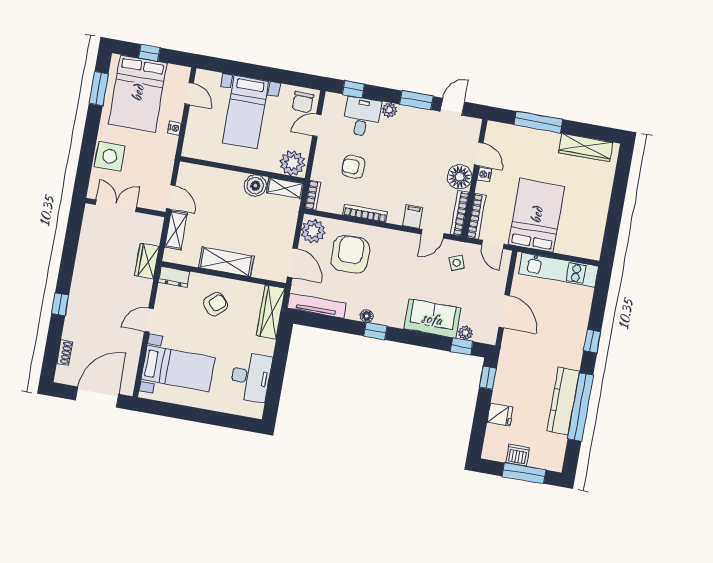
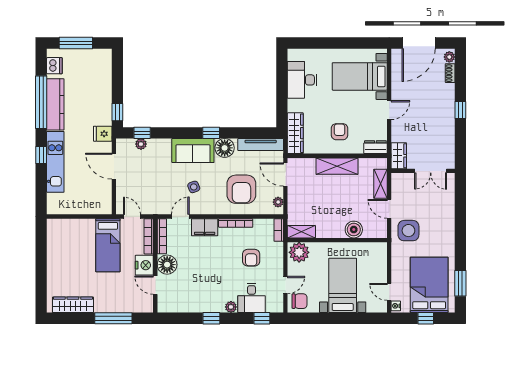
window: (416, 100) -> (211, 318), width x0.67
chair: (303, 102) -> (299, 301), turned 90
door: (452, 107) -> (182, 318), removed
nightstand: (174, 128) -> (396, 306), moved
side table: (110, 156) -> (408, 231), moved
armchair: (353, 167) -> (251, 258), turned 90
nightstand: (484, 175) -> (144, 265), width x1.89, depth x1.79
boiler: (255, 186) -> (354, 230), moved
double door: (116, 206) -> (431, 171), moved
wall: (125, 208) -> (423, 171), moved
bed: (537, 215) -> (108, 245), width x0.67
filing cabinet: (413, 216) -> (205, 227), width x2.00
plant: (313, 231) -> (278, 202), width x0.53, depth x0.53
side table: (457, 263) -> (194, 187), moved
kitchen unit: (559, 270) -> (55, 162), moved, turned 90
armchair: (215, 304) -> (340, 132), turned 132
floor lamp: (367, 316) -> (225, 148), width x1.89, depth x1.89
sofa: (432, 319) -> (193, 151), moved
plant: (62, 373) -> (449, 57), added
fridge: (500, 415) -> (103, 134), moved
dishwasher: (518, 455) -> (54, 66), moved, turned -90

